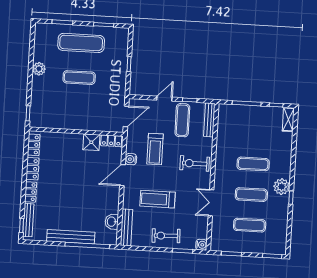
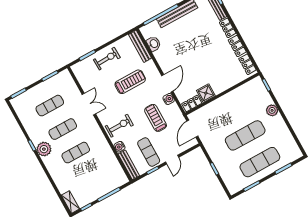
plant: (39, 69) -> (272, 110), moved
exercise mat: (79, 78) -> (245, 135), width x1.36, depth x1.45
water cooler: (201, 245) -> (119, 147), moved

